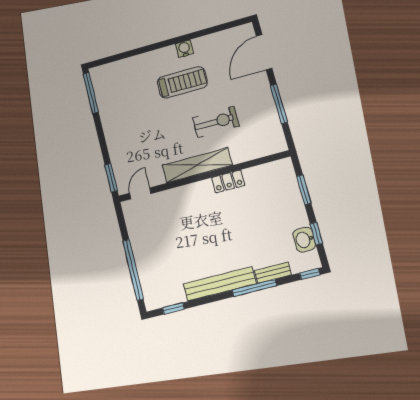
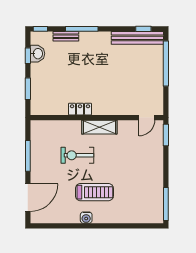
treadmill: (182, 82) -> (94, 192), turned 180
shelving: (197, 165) -> (99, 127), width x0.68
bench: (220, 284) -> (137, 38), moved

